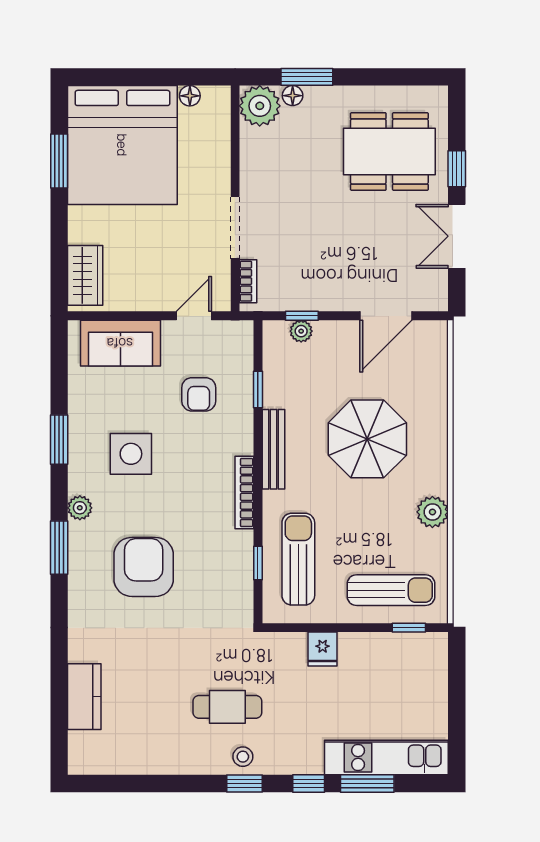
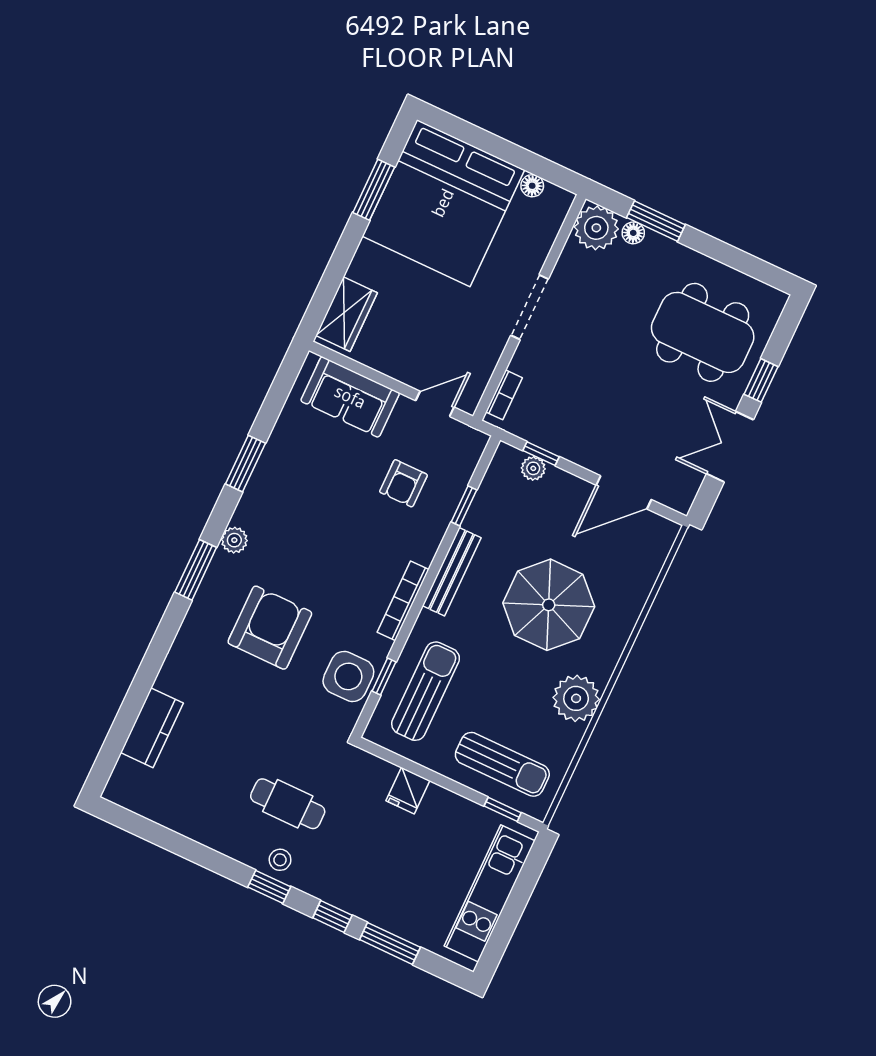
doorway: (235, 228) -> (530, 307), moved
side table: (131, 454) -> (348, 676), moved
plant: (432, 512) -> (576, 698), width x1.36, depth x1.36
kitchen unit: (386, 757) -> (490, 893), moved, turned -90

